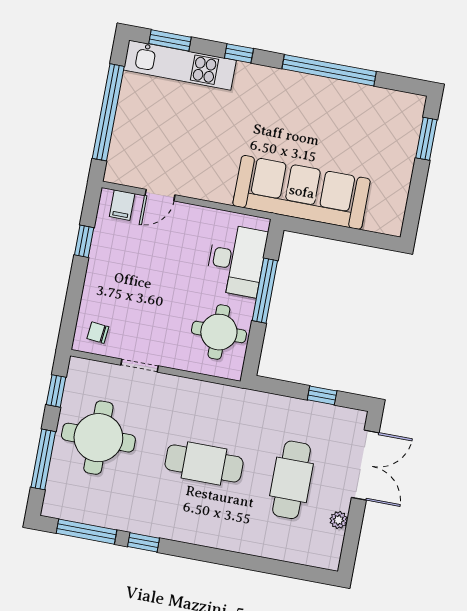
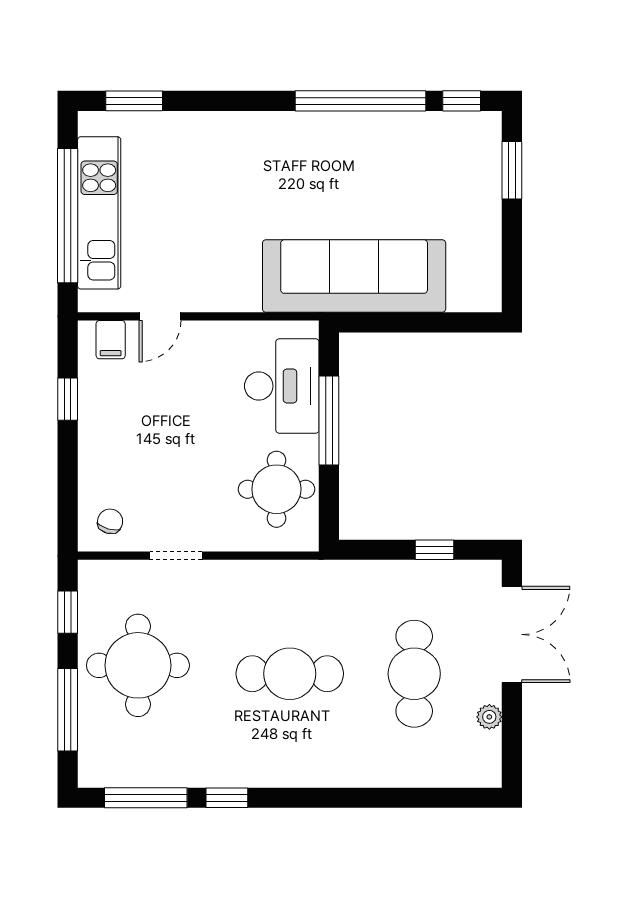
window: (239, 53) -> (462, 101), moved
kitchen unit: (180, 65) -> (99, 213), moved, turned -90
chair: (98, 333) -> (110, 521), turned 100

